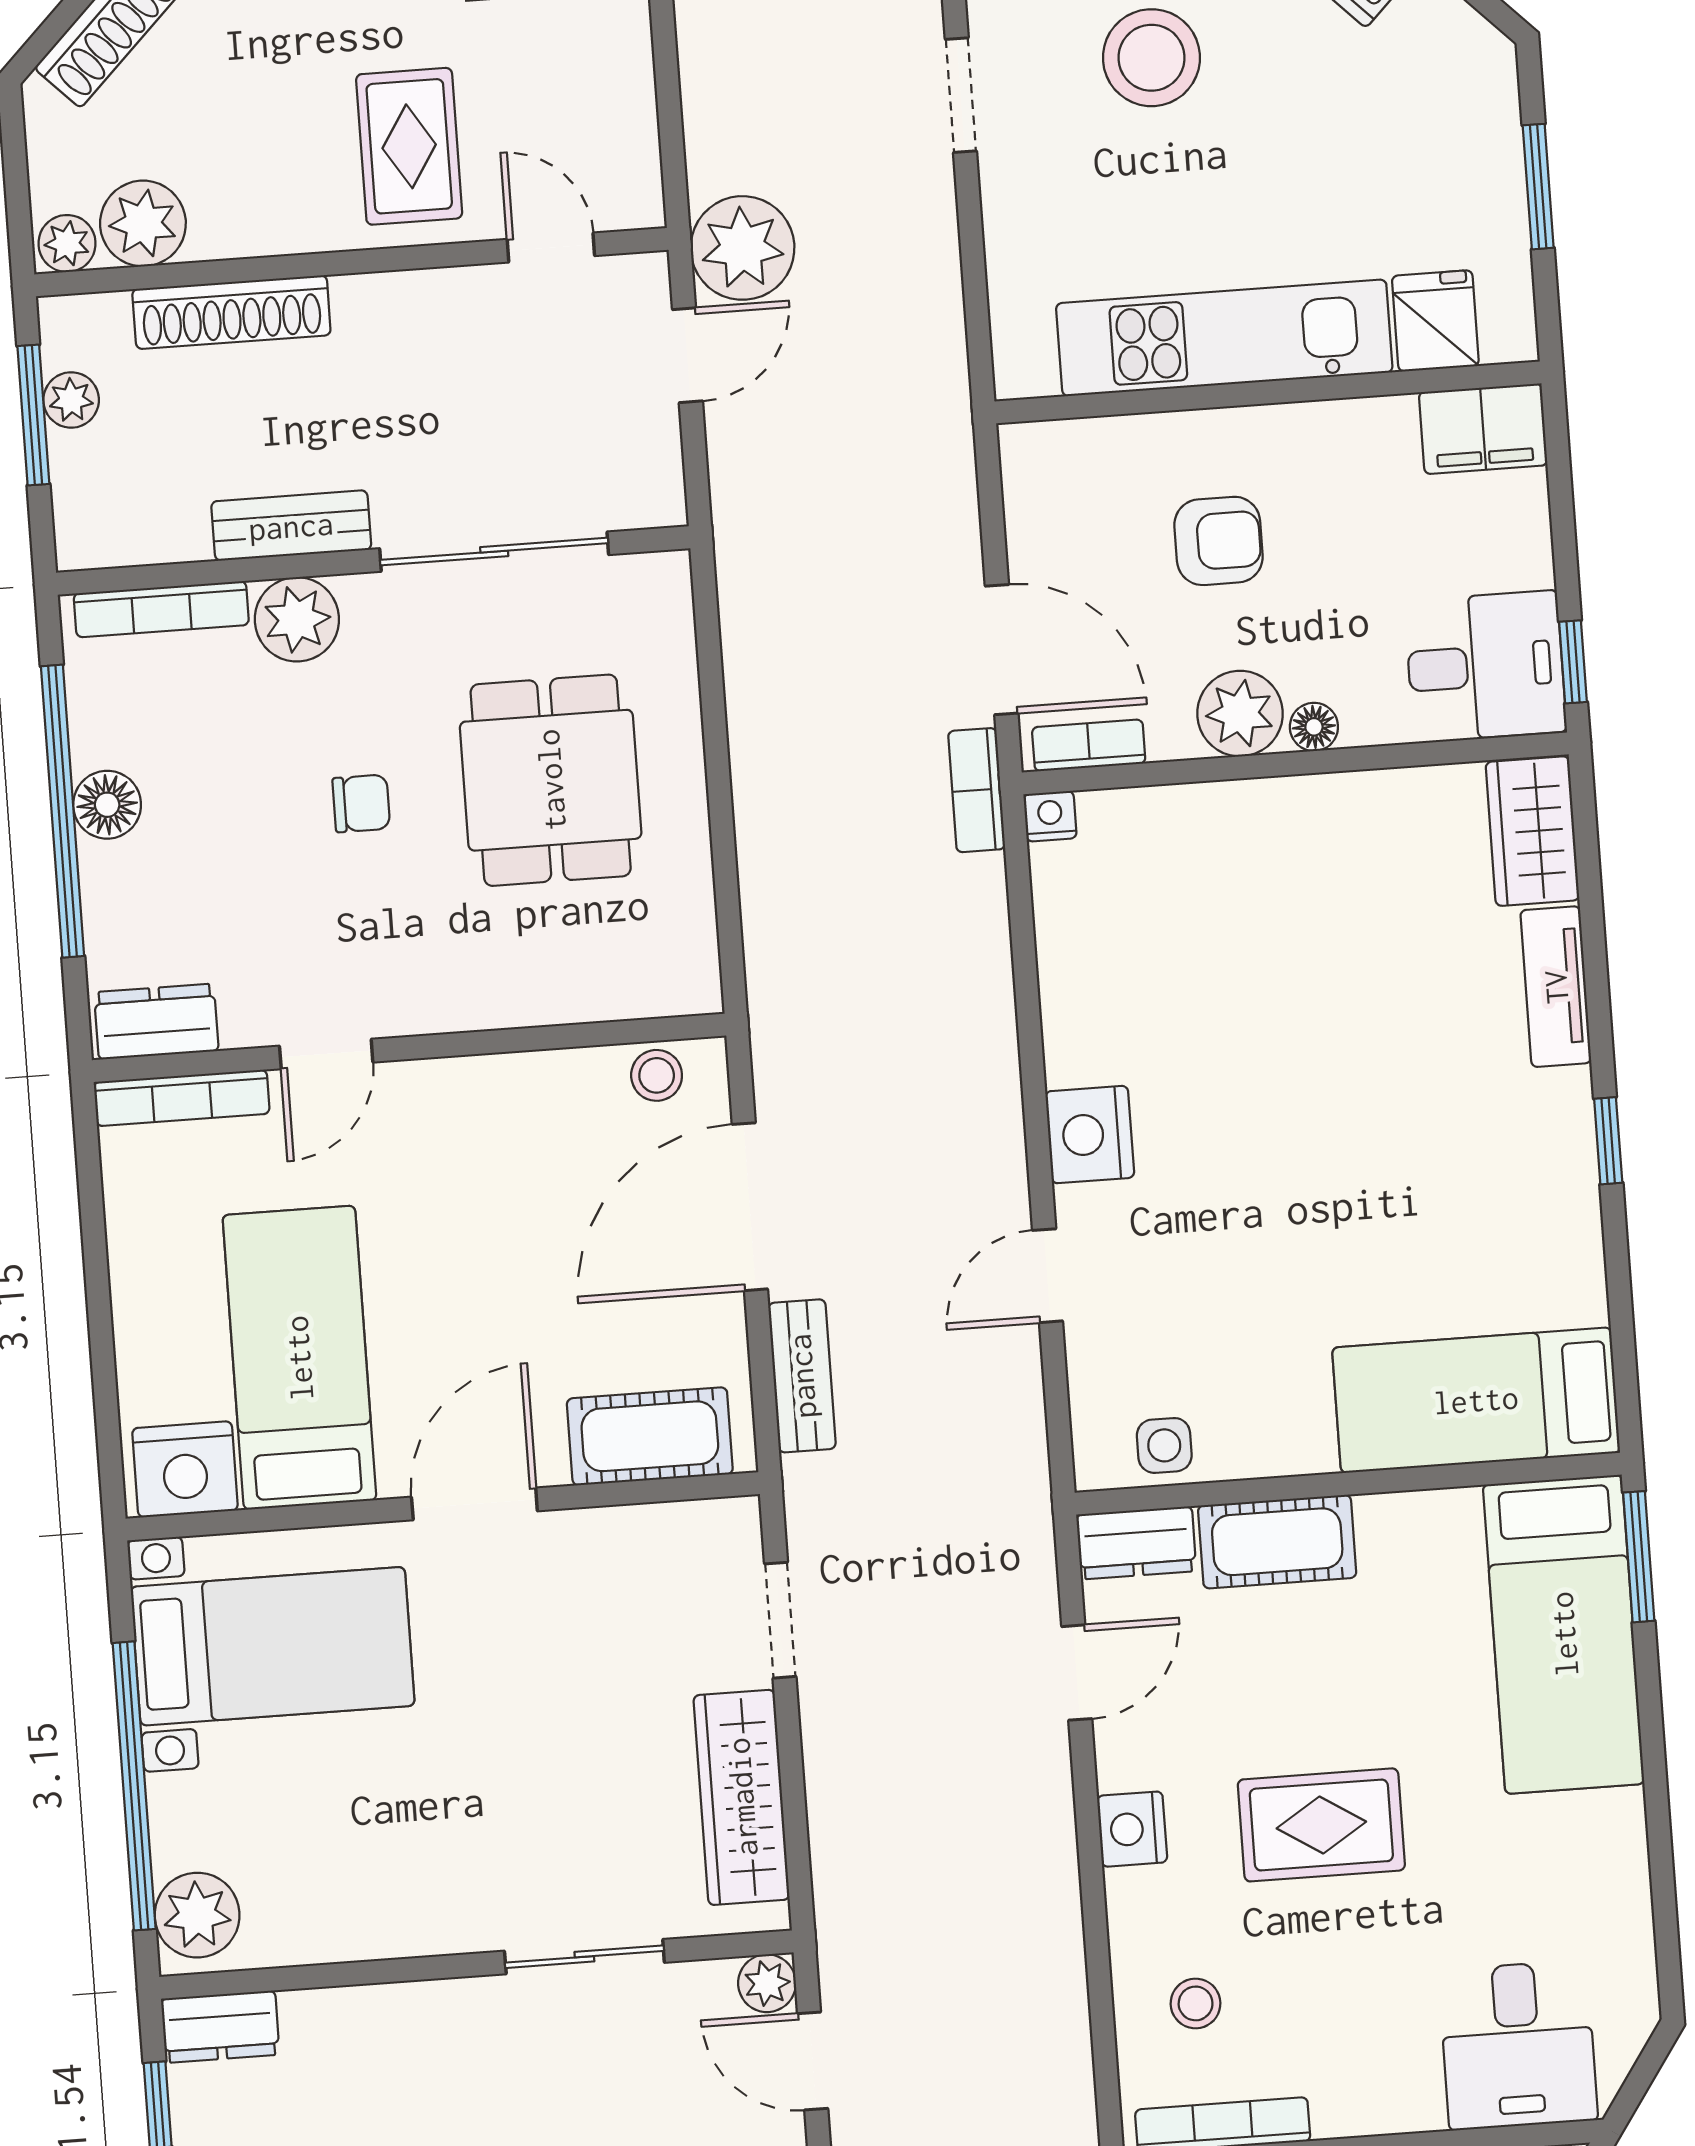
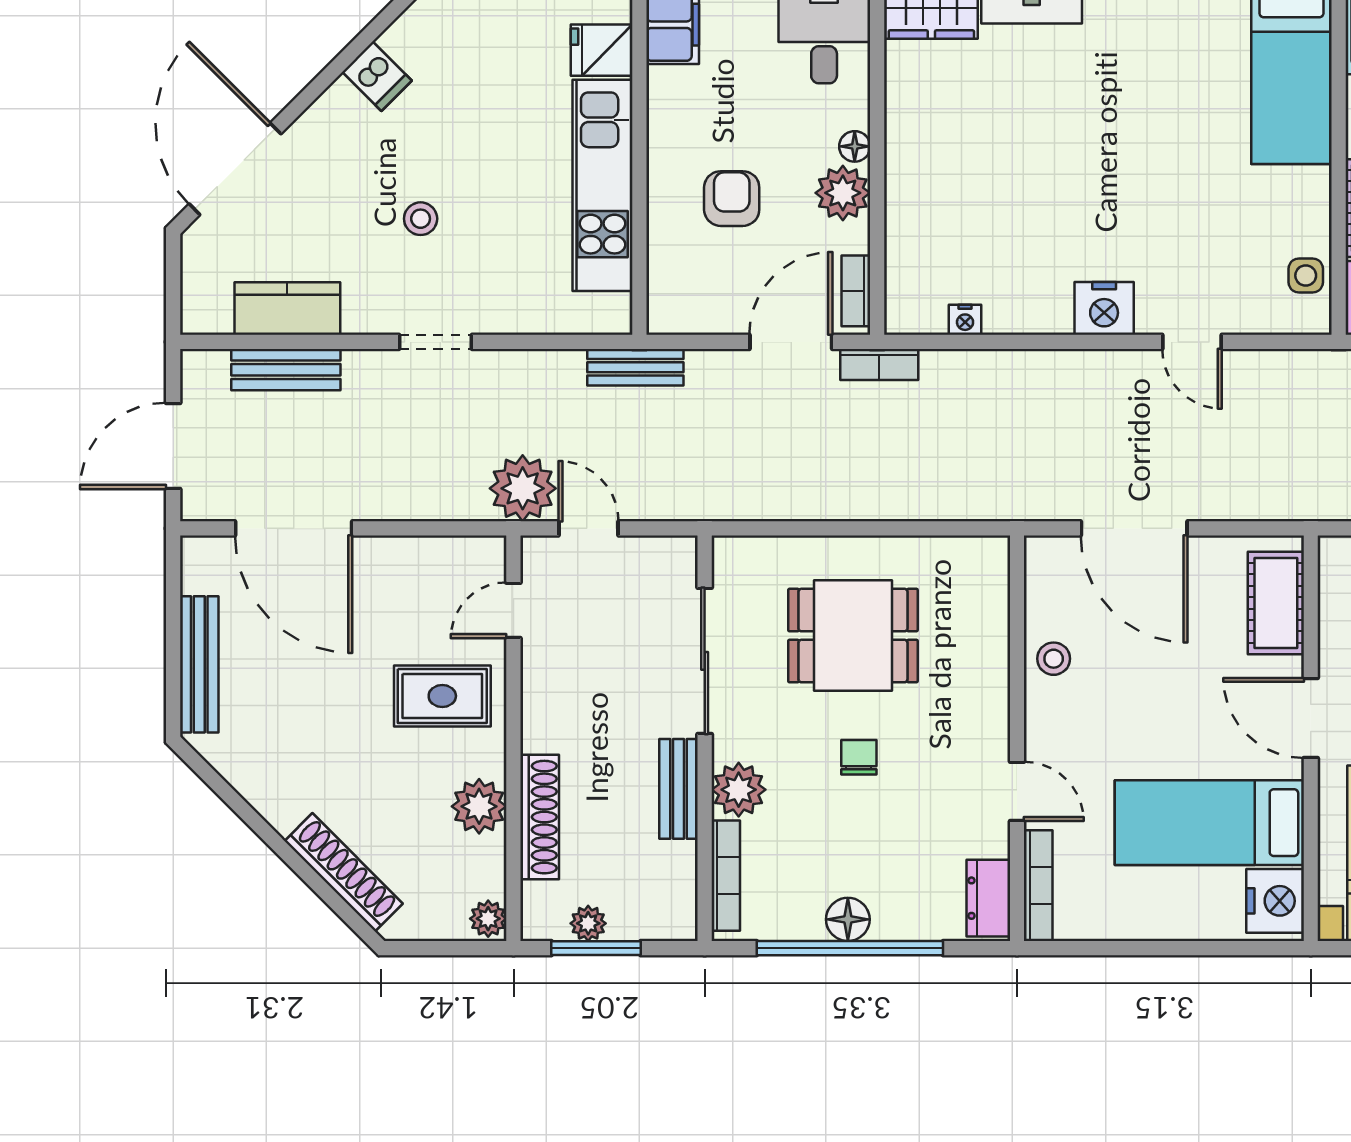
stool: (1151, 58) -> (421, 219), width x0.53, depth x0.53
plant: (143, 223) -> (479, 806), moved
nightstand: (1050, 816) -> (965, 320), moved, turned -90
stool: (657, 1075) -> (1054, 659), moved
bench: (802, 1376) -> (635, 367), moved

